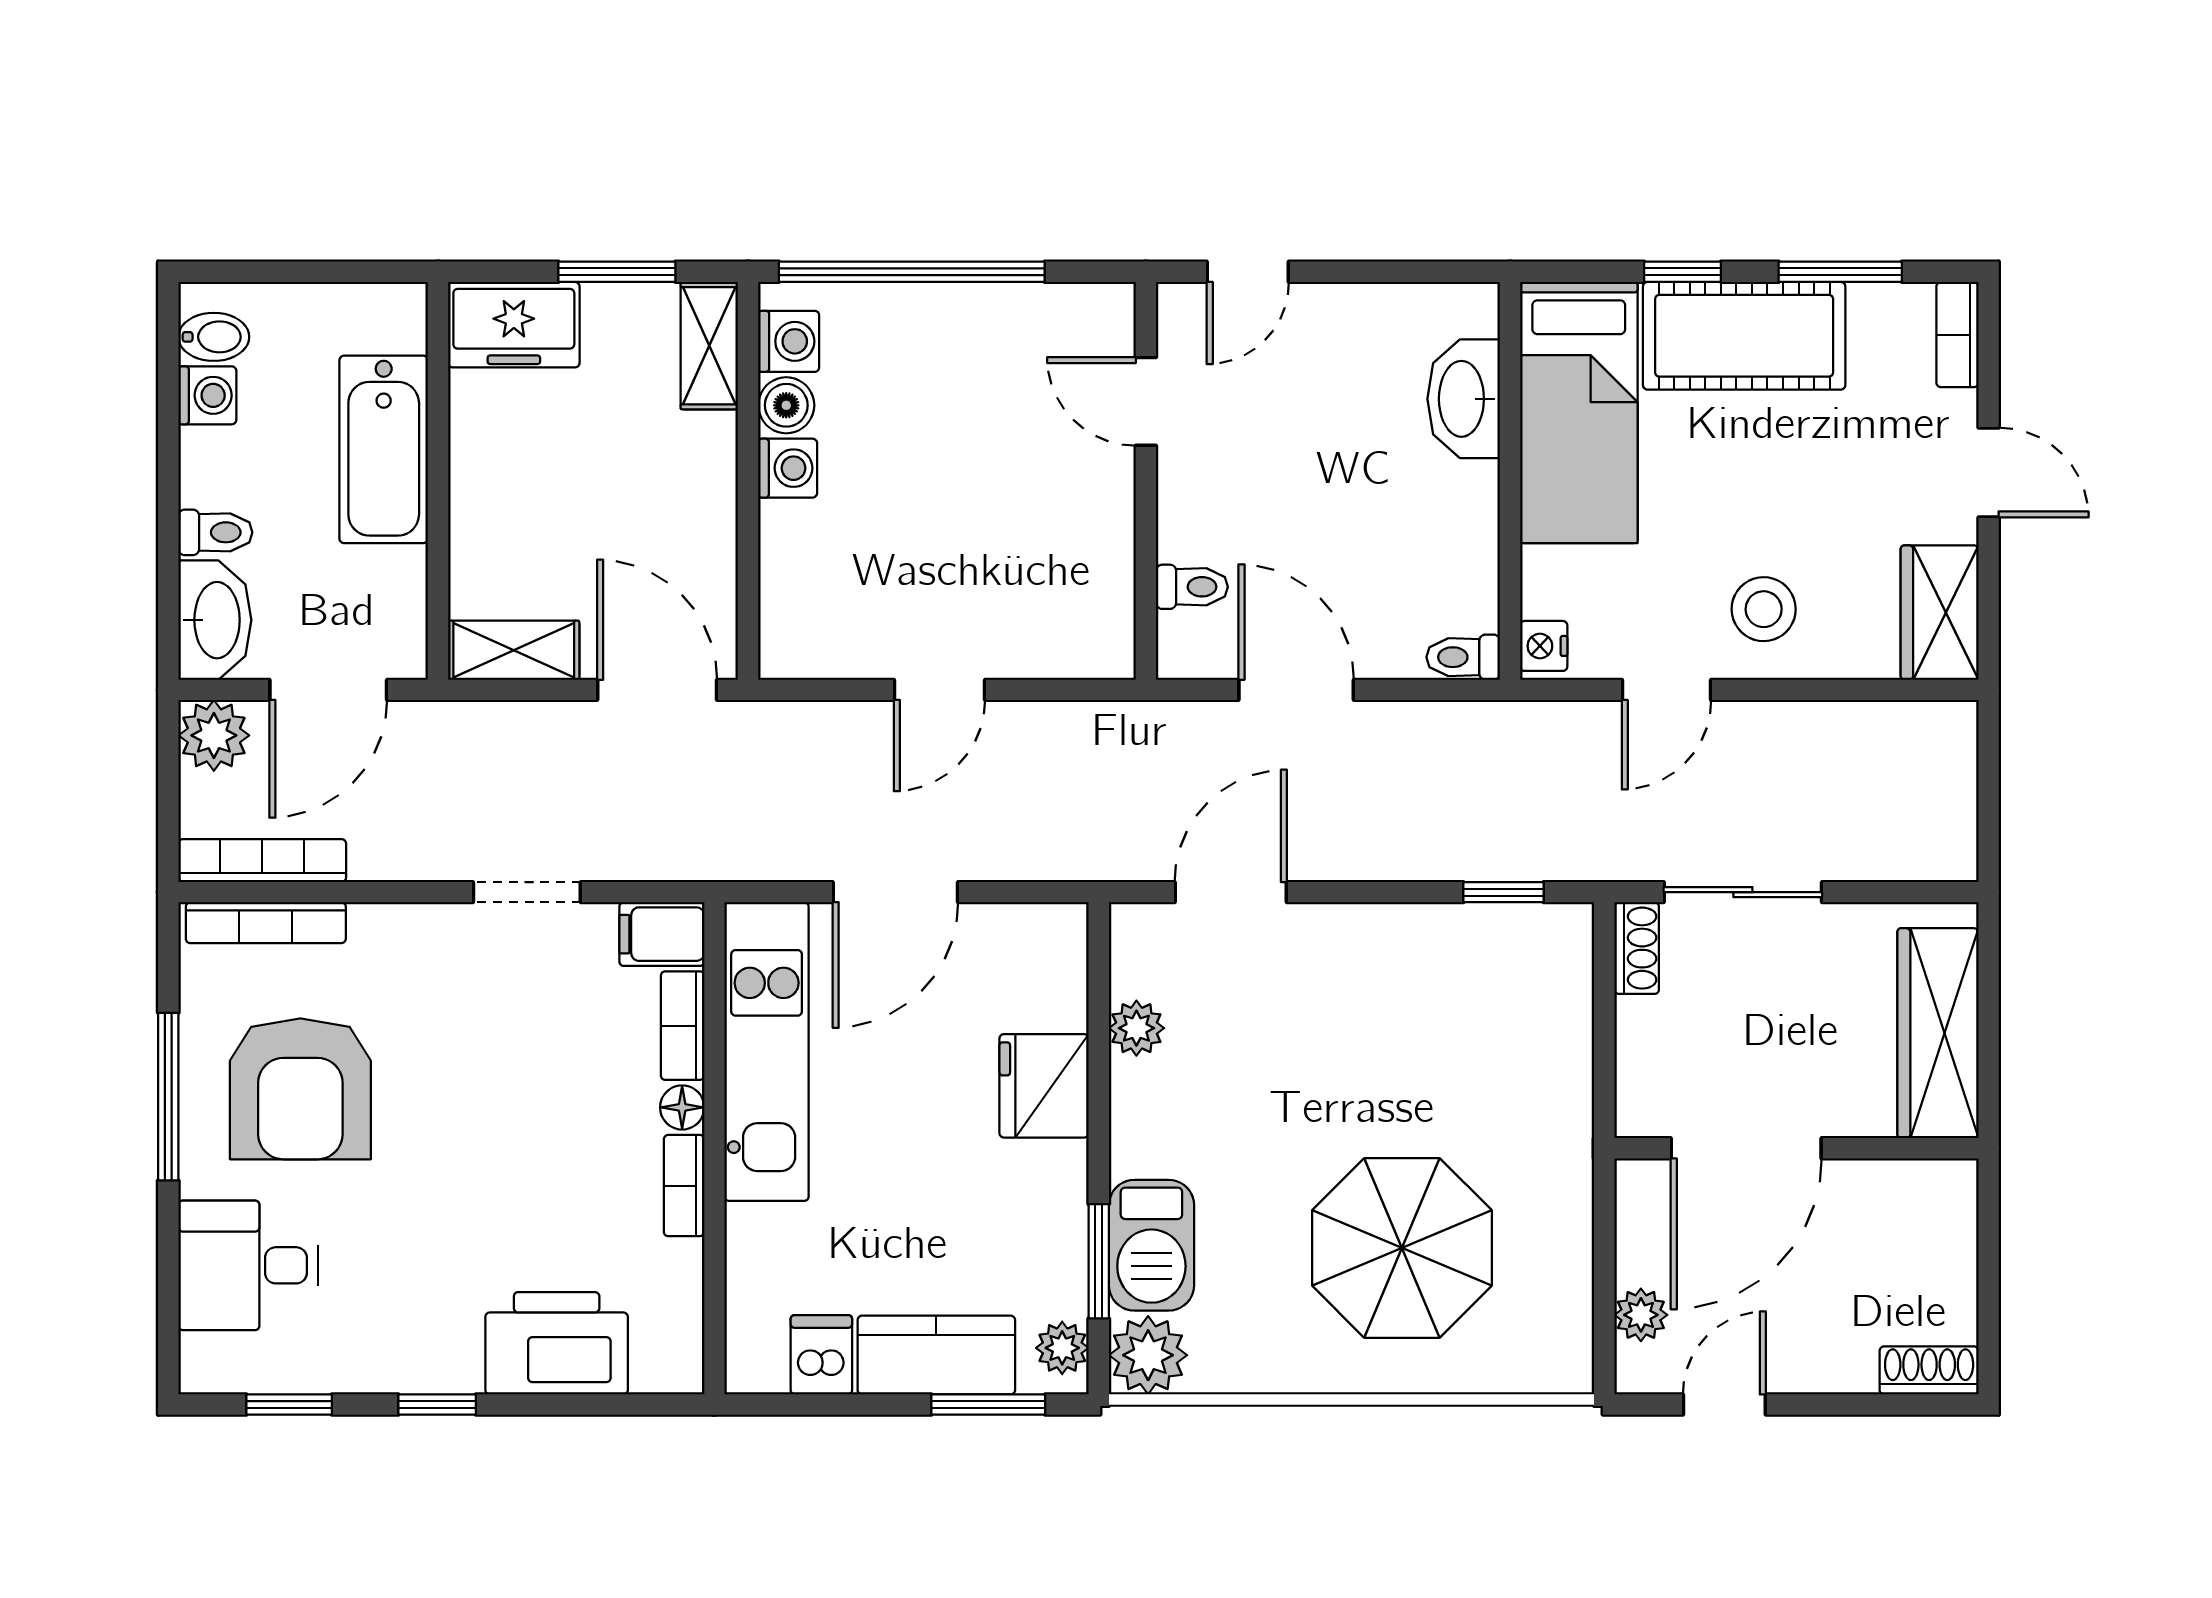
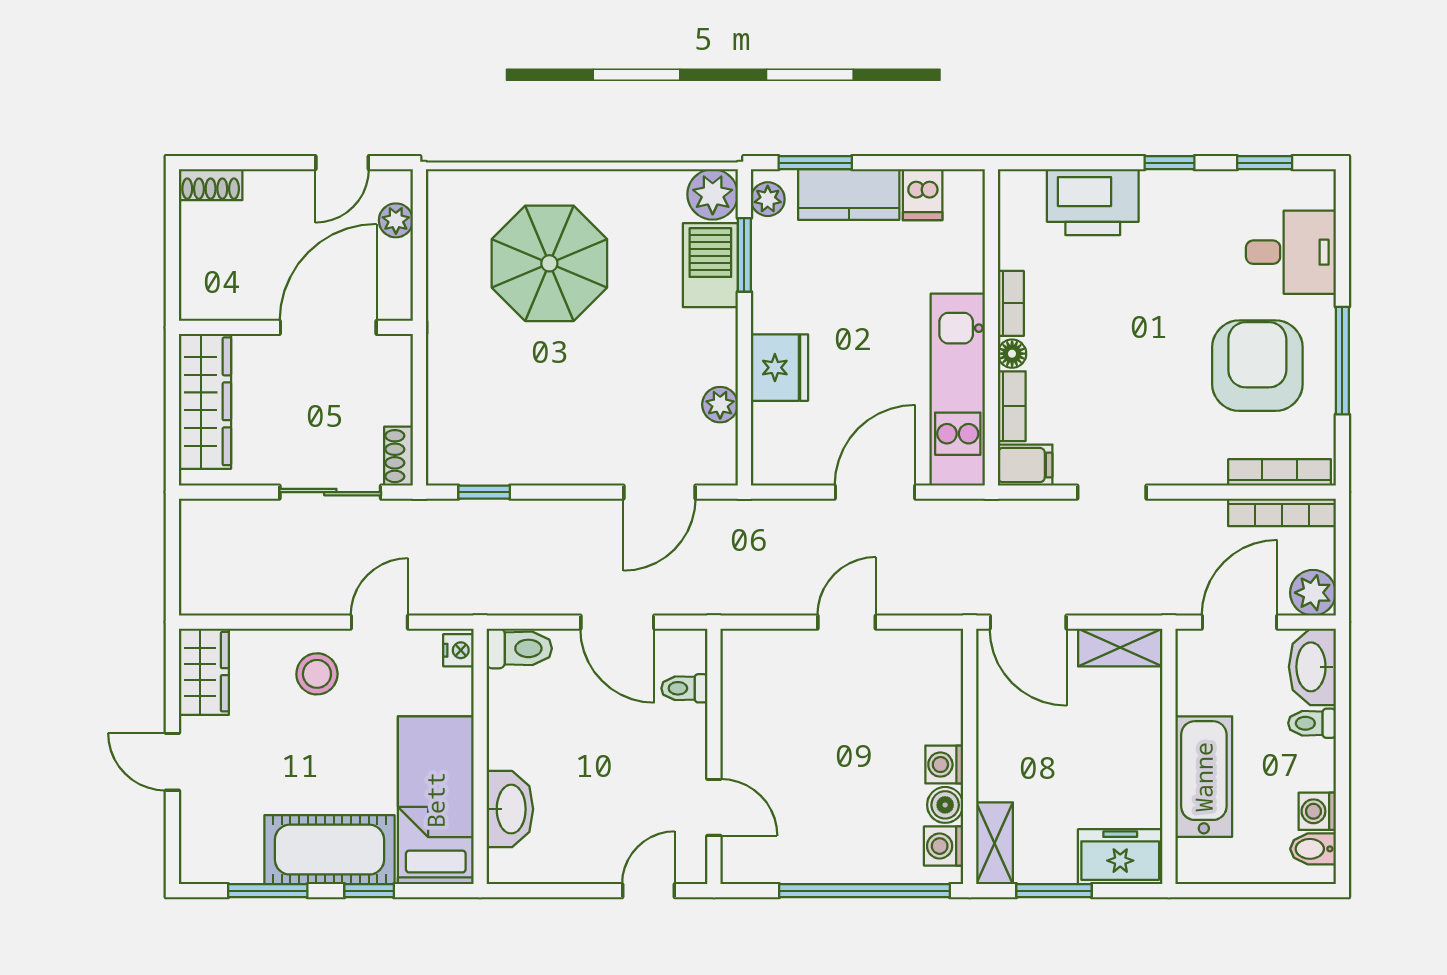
bookcase: (1957, 335) -> (192, 850), removed
toilet: (1463, 657) -> (519, 648), width x1.37, depth x1.39

